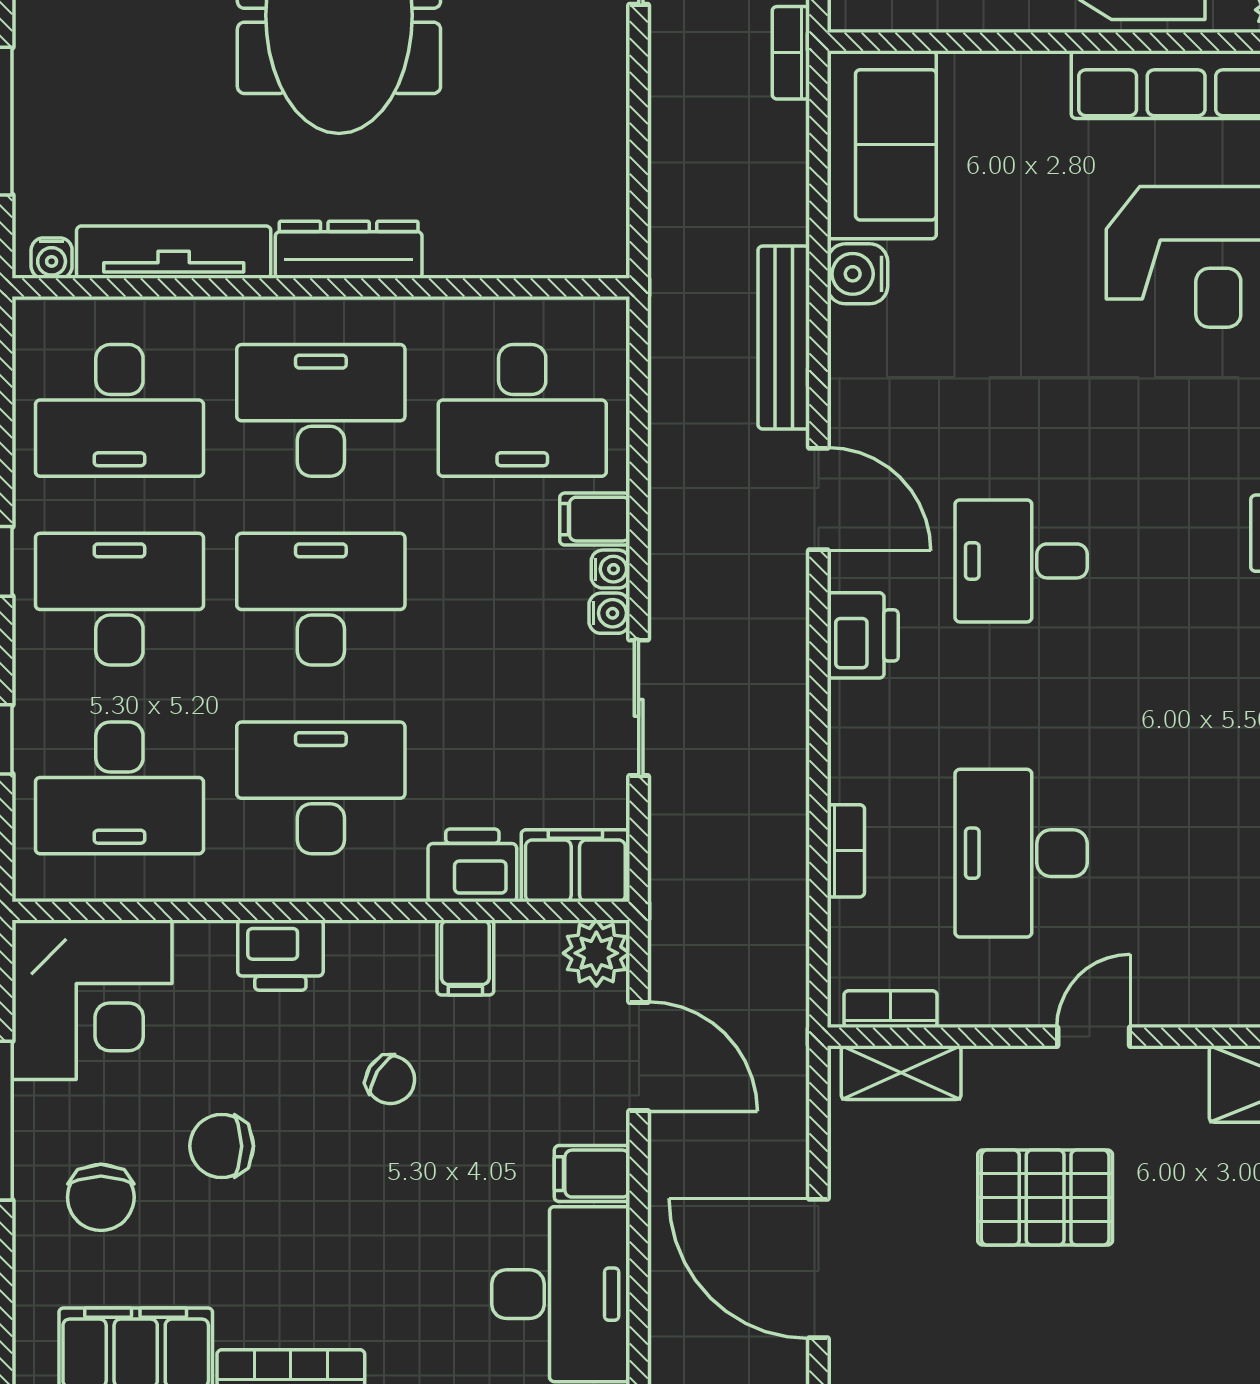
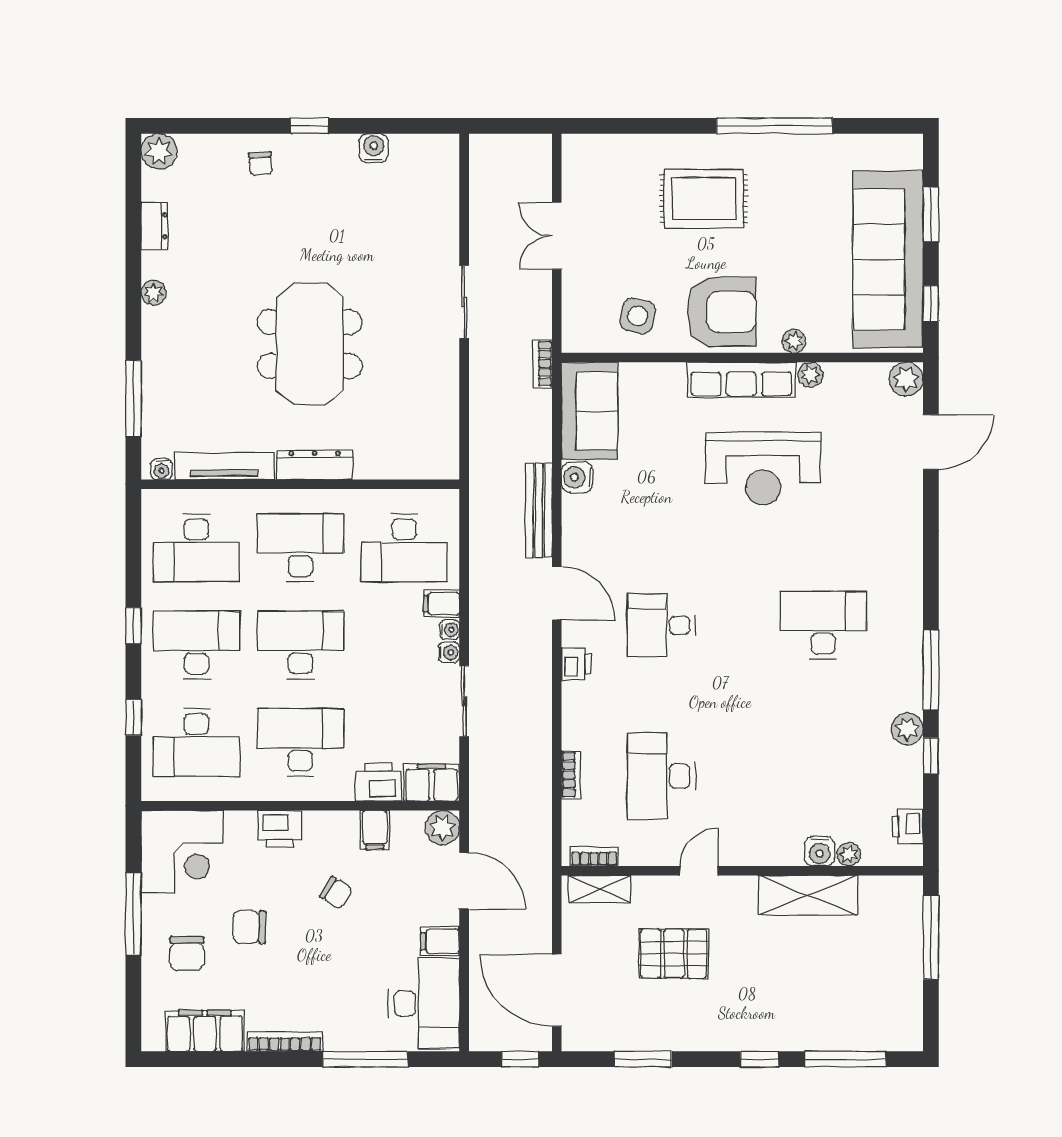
printer: (863, 635) -> (576, 664), width x0.73, depth x0.81

